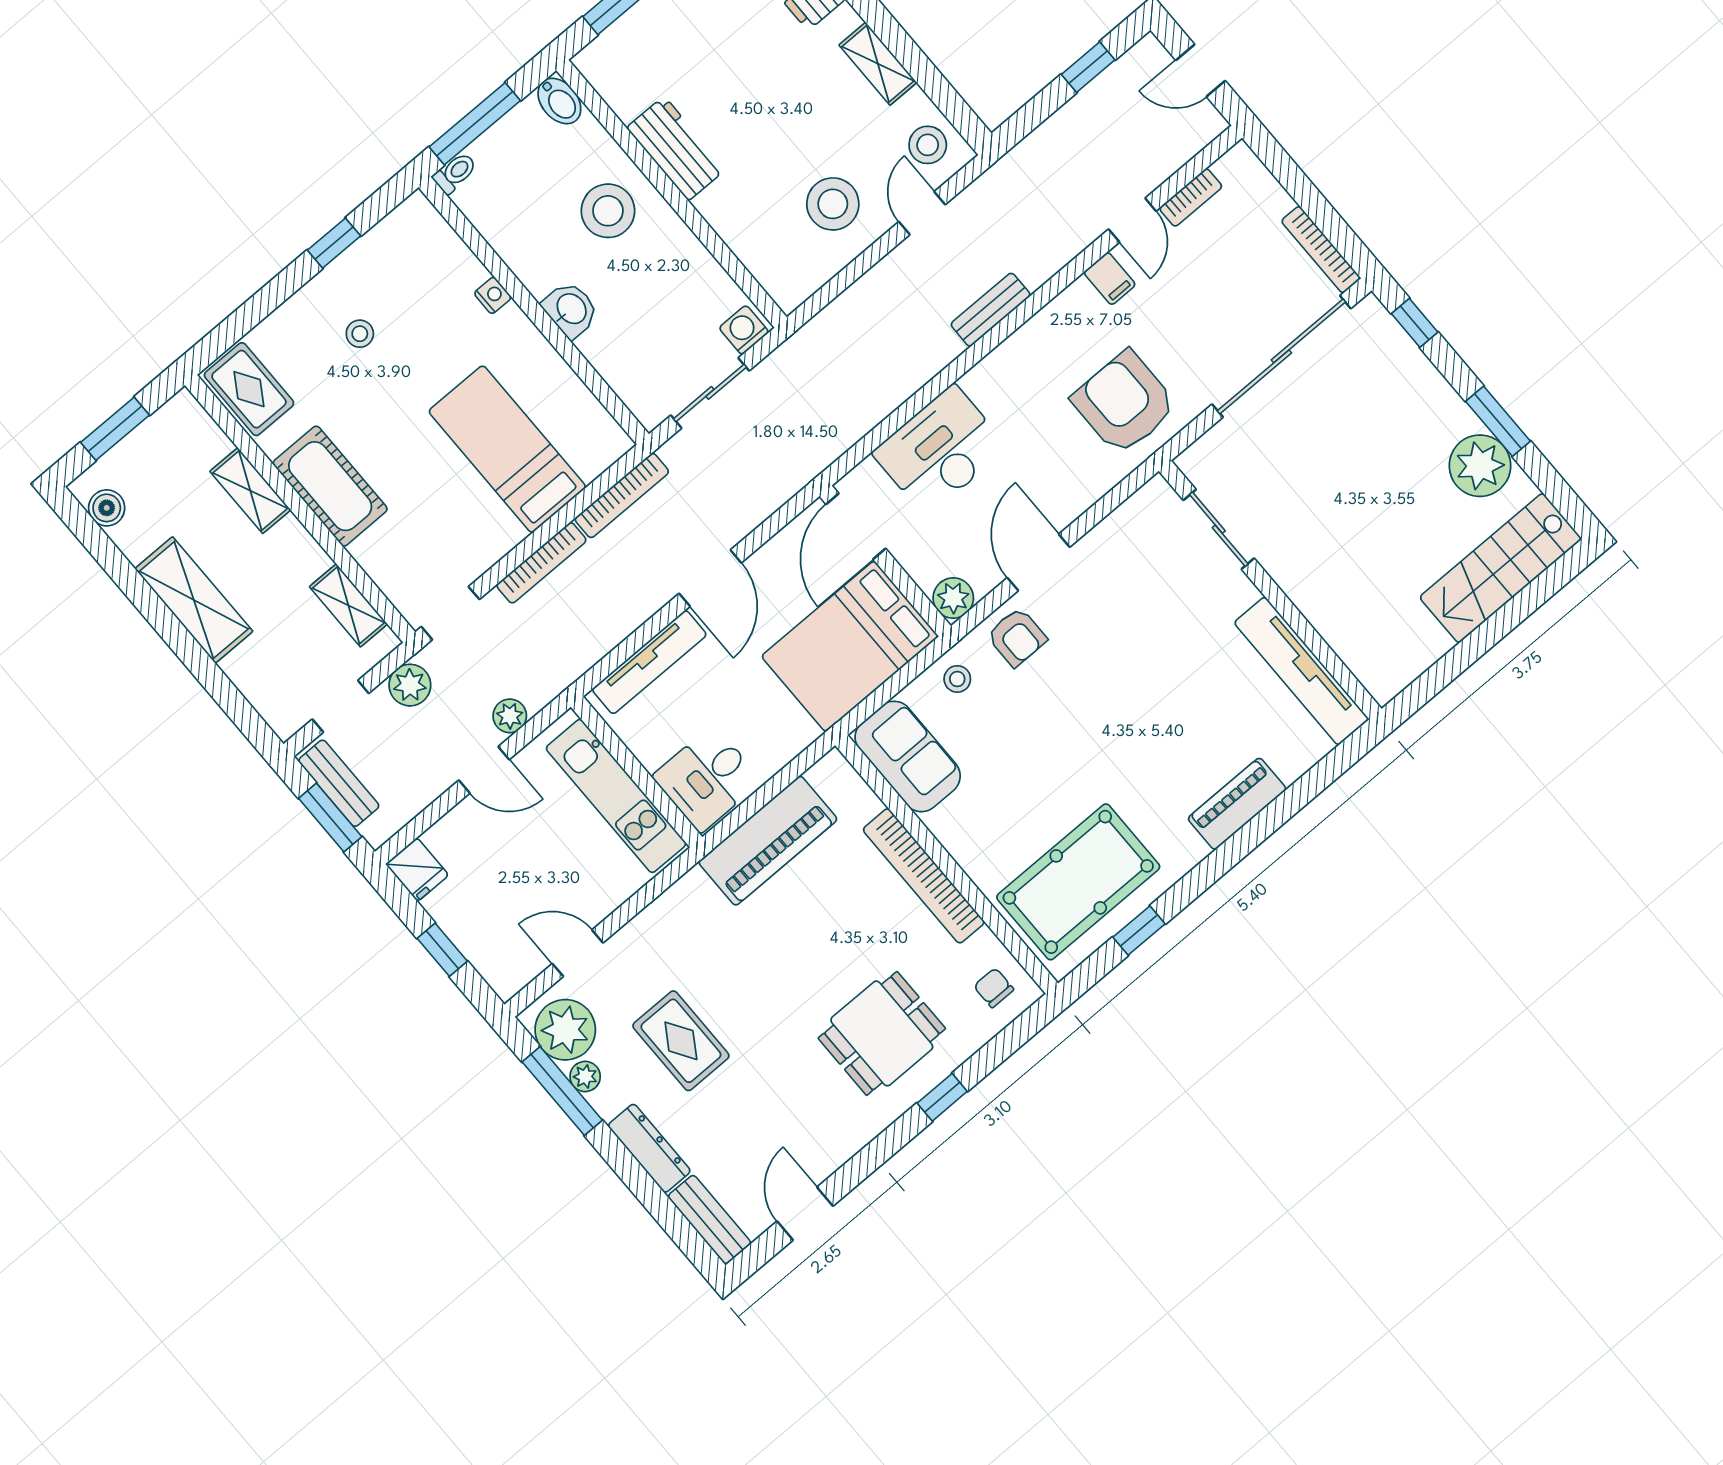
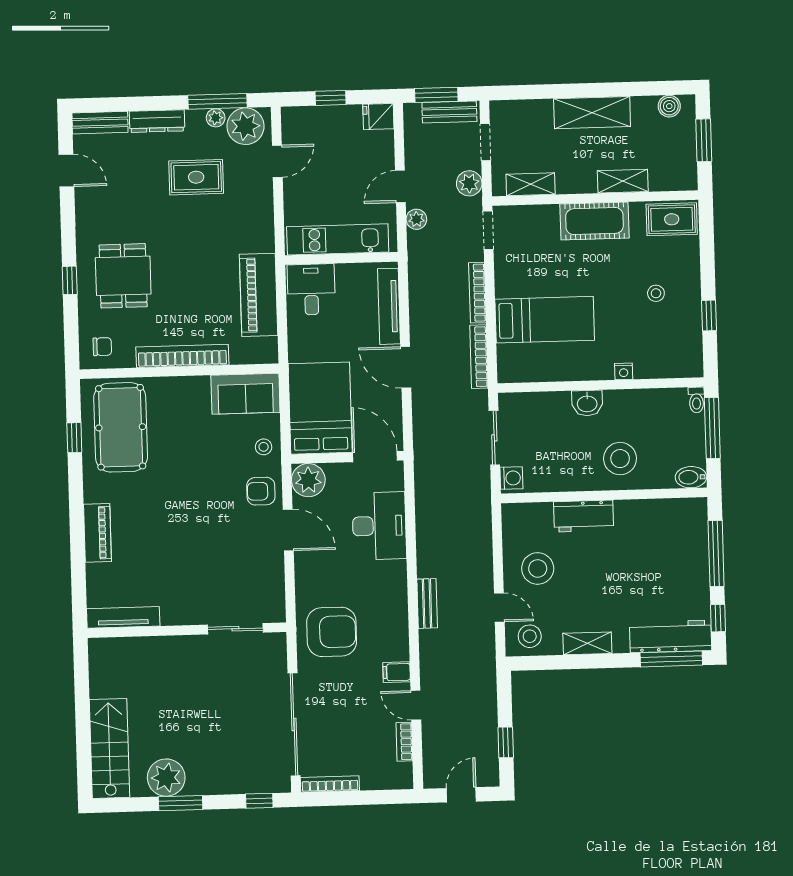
workbench: (676, 148) -> (583, 516), moved
plant: (953, 598) -> (308, 480), width x1.36, depth x1.36
tv unit: (1302, 671) -> (123, 617), width x0.73, depth x0.78

